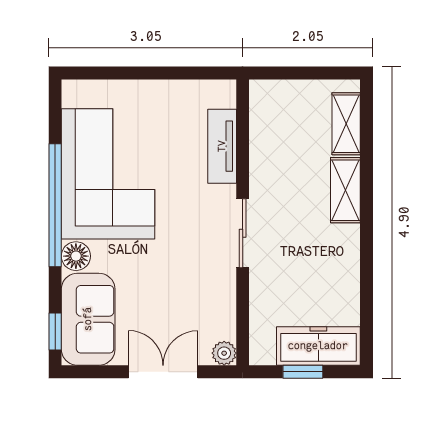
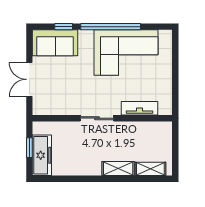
floor lamp: (76, 256) -> (86, 37), removed
window: (55, 331) -> (64, 27), moved
plant: (224, 353) -> (38, 109), removed
double door: (163, 372) -> (29, 79), swing flipped

